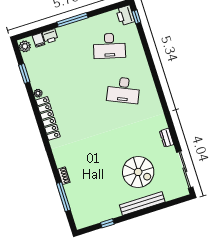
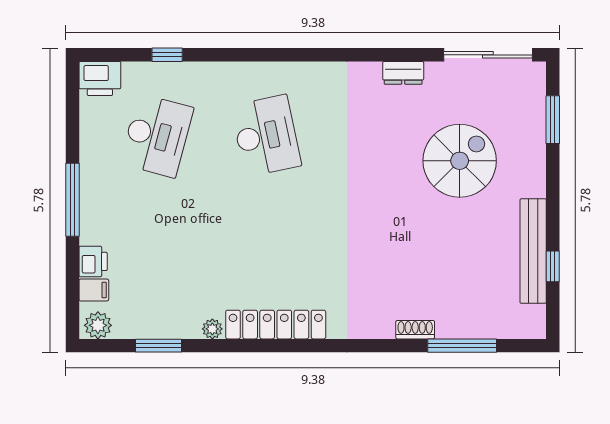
window: (136, 17) -> (167, 55), moved
desk: (123, 90) -> (266, 136), turned -36
bench: (142, 203) -> (533, 251), moved
window: (167, 204) -> (553, 120), added

